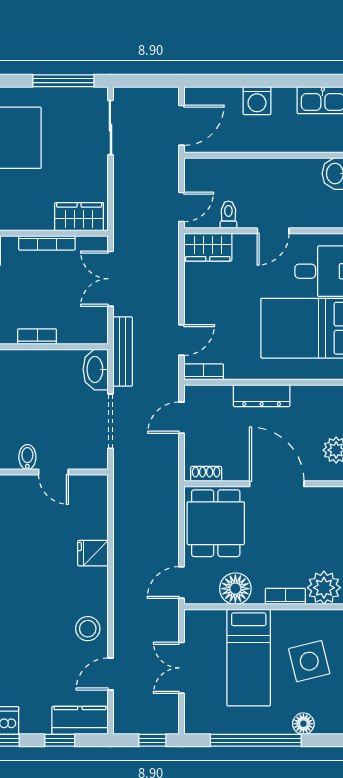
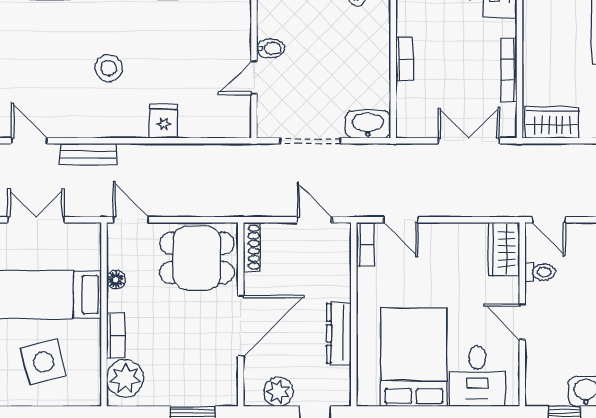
wardrobe: (79, 217) -> (552, 122), moved, turned -90
bench: (123, 351) -> (88, 154), moved, width x0.73
dresser: (262, 396) -> (339, 333), moved
shoe rack: (206, 474) -> (252, 247), width x1.43
floor lamp: (235, 589) -> (116, 280), width x0.53, depth x0.53
stool: (88, 629) -> (109, 68), moved

